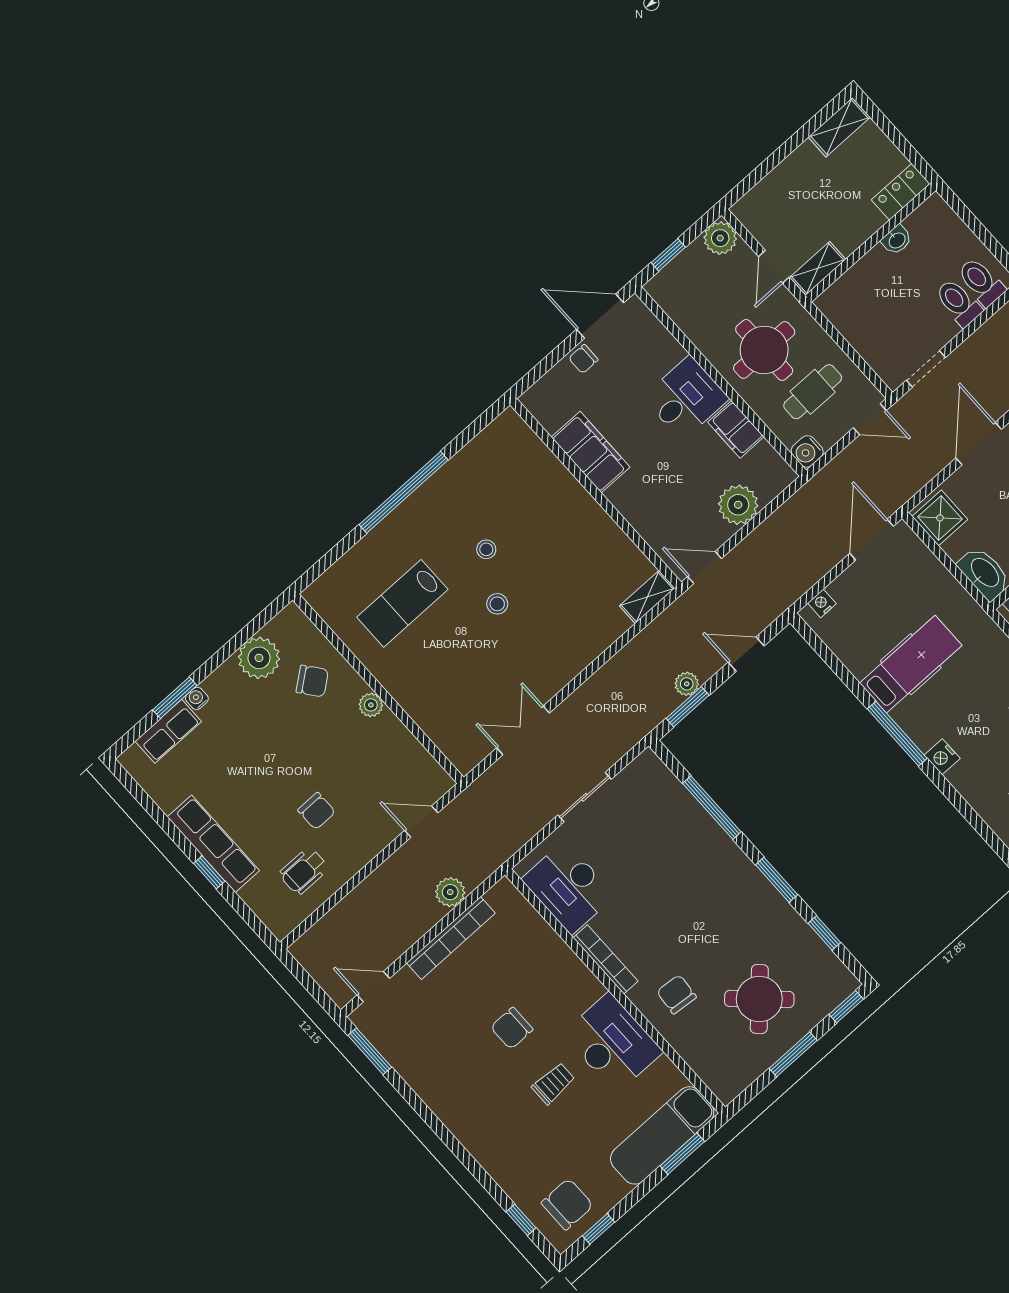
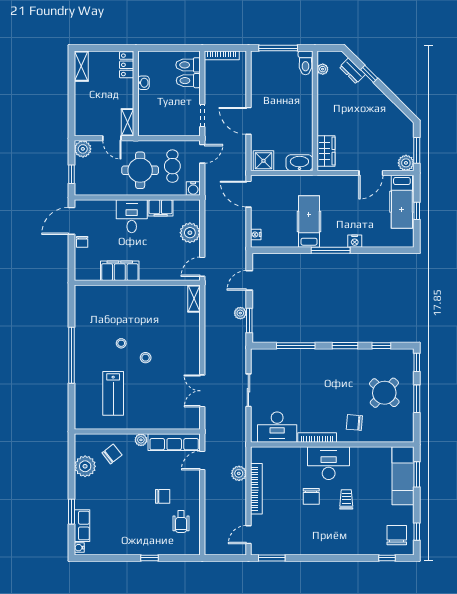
water cooler: (197, 698) -> (79, 548), moved
row of seats: (213, 844) -> (174, 442), moved, turned 180
desk: (613, 1043) -> (329, 463), moved

